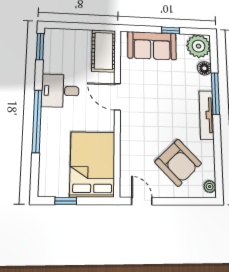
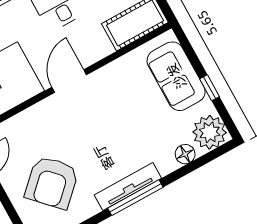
window: (215, 94) -> (135, 198), moved
door: (117, 97) -> (69, 81), moved

